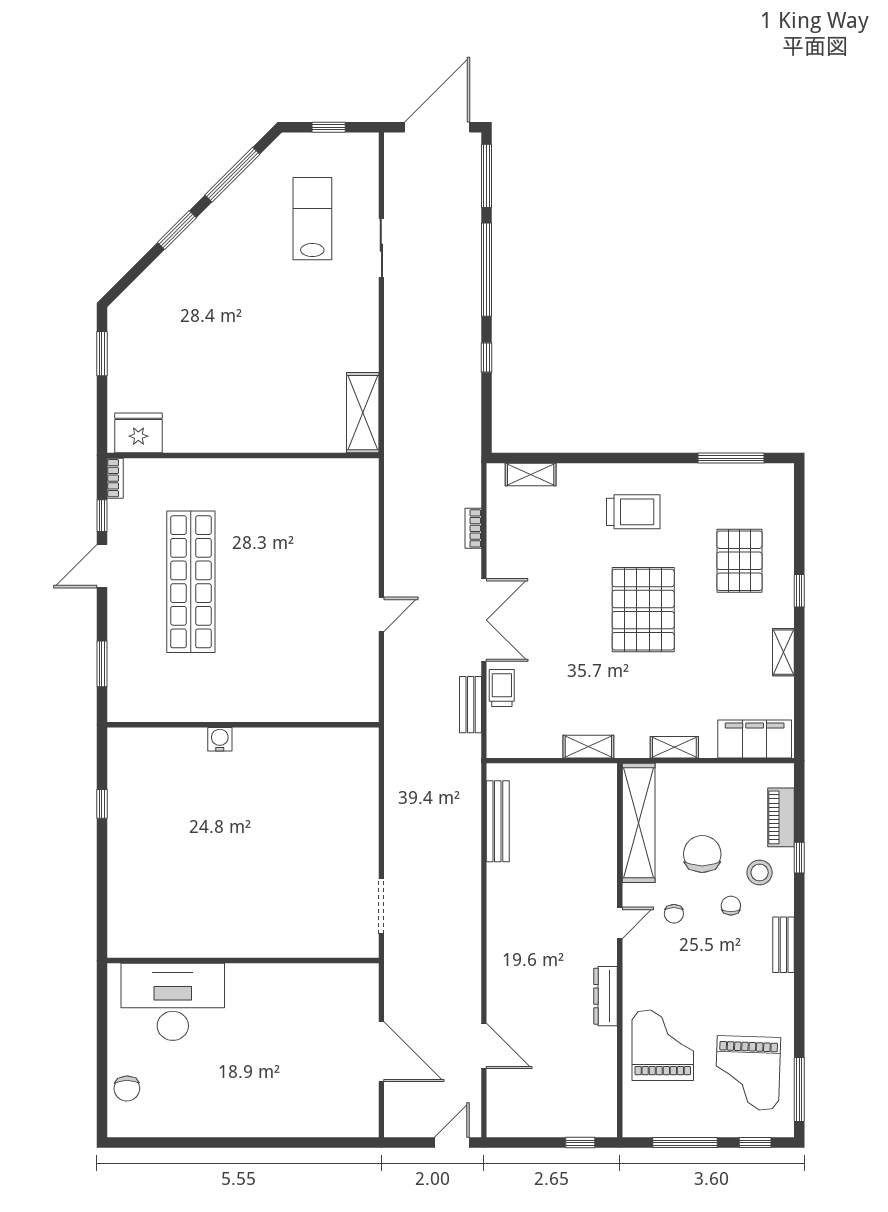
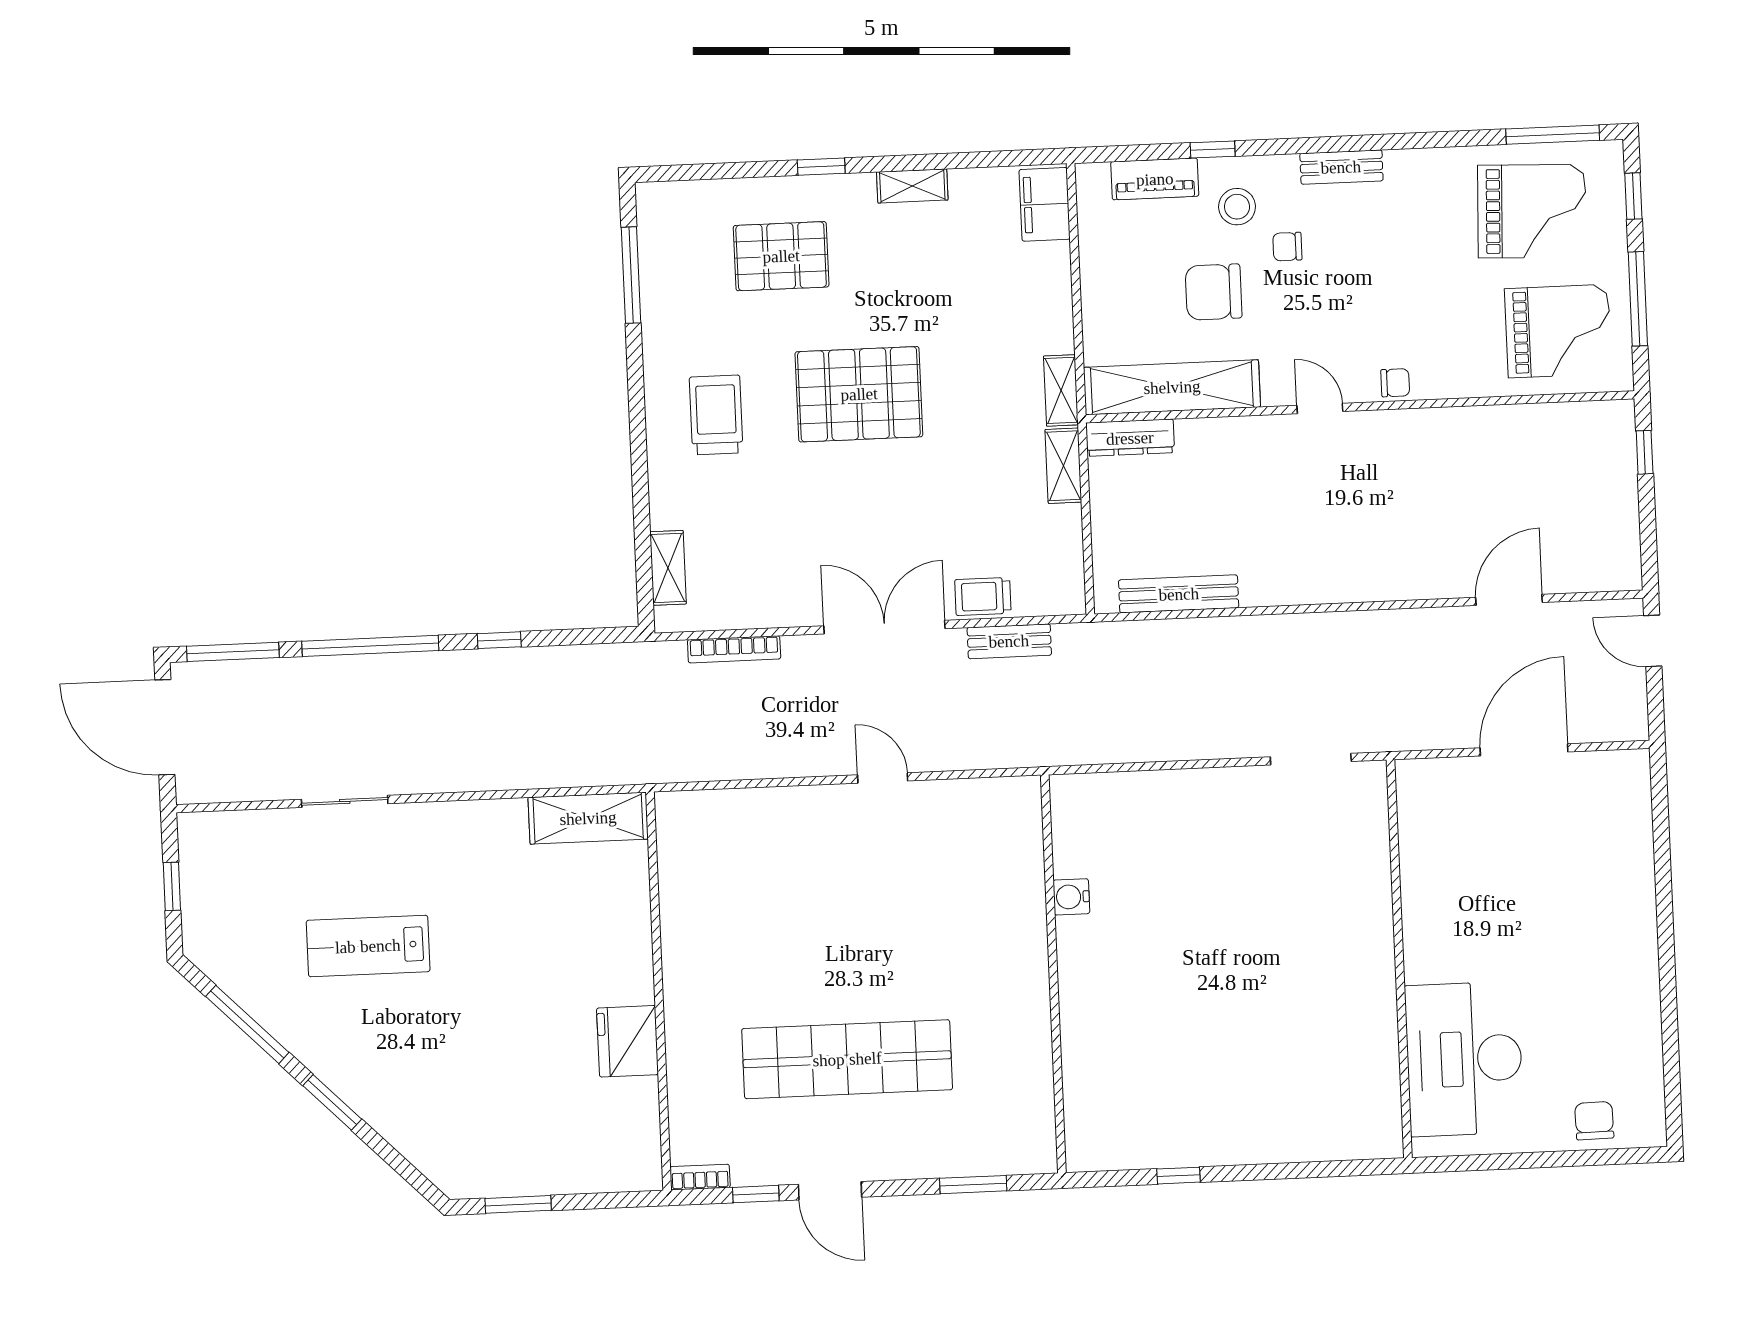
lab bench: (312, 219) -> (368, 946), moved
fridge: (138, 433) -> (628, 1041), moved
bookcase: (473, 528) -> (734, 649), width x1.56
water cooler: (220, 739) -> (1071, 897), moved
filing cabinet: (755, 739) -> (1045, 204), width x0.67, depth x0.86
shelving: (674, 747) -> (1061, 390), moved
chair: (674, 914) -> (1395, 383), moved
dresser: (606, 996) -> (1130, 438), moved
grand piano: (663, 1045) -> (1558, 331), moved, turned 180
chair: (127, 1088) -> (1594, 1121), turned -90

